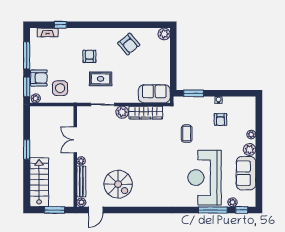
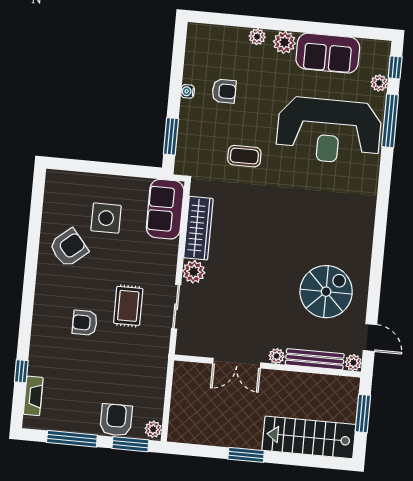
plant: (164, 34) -> (56, 181), removed
side table: (60, 88) -> (106, 218), moved

